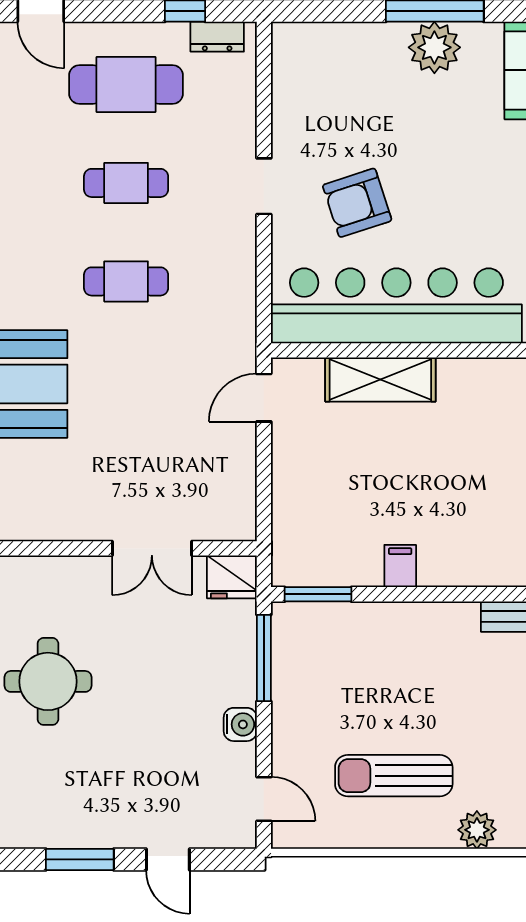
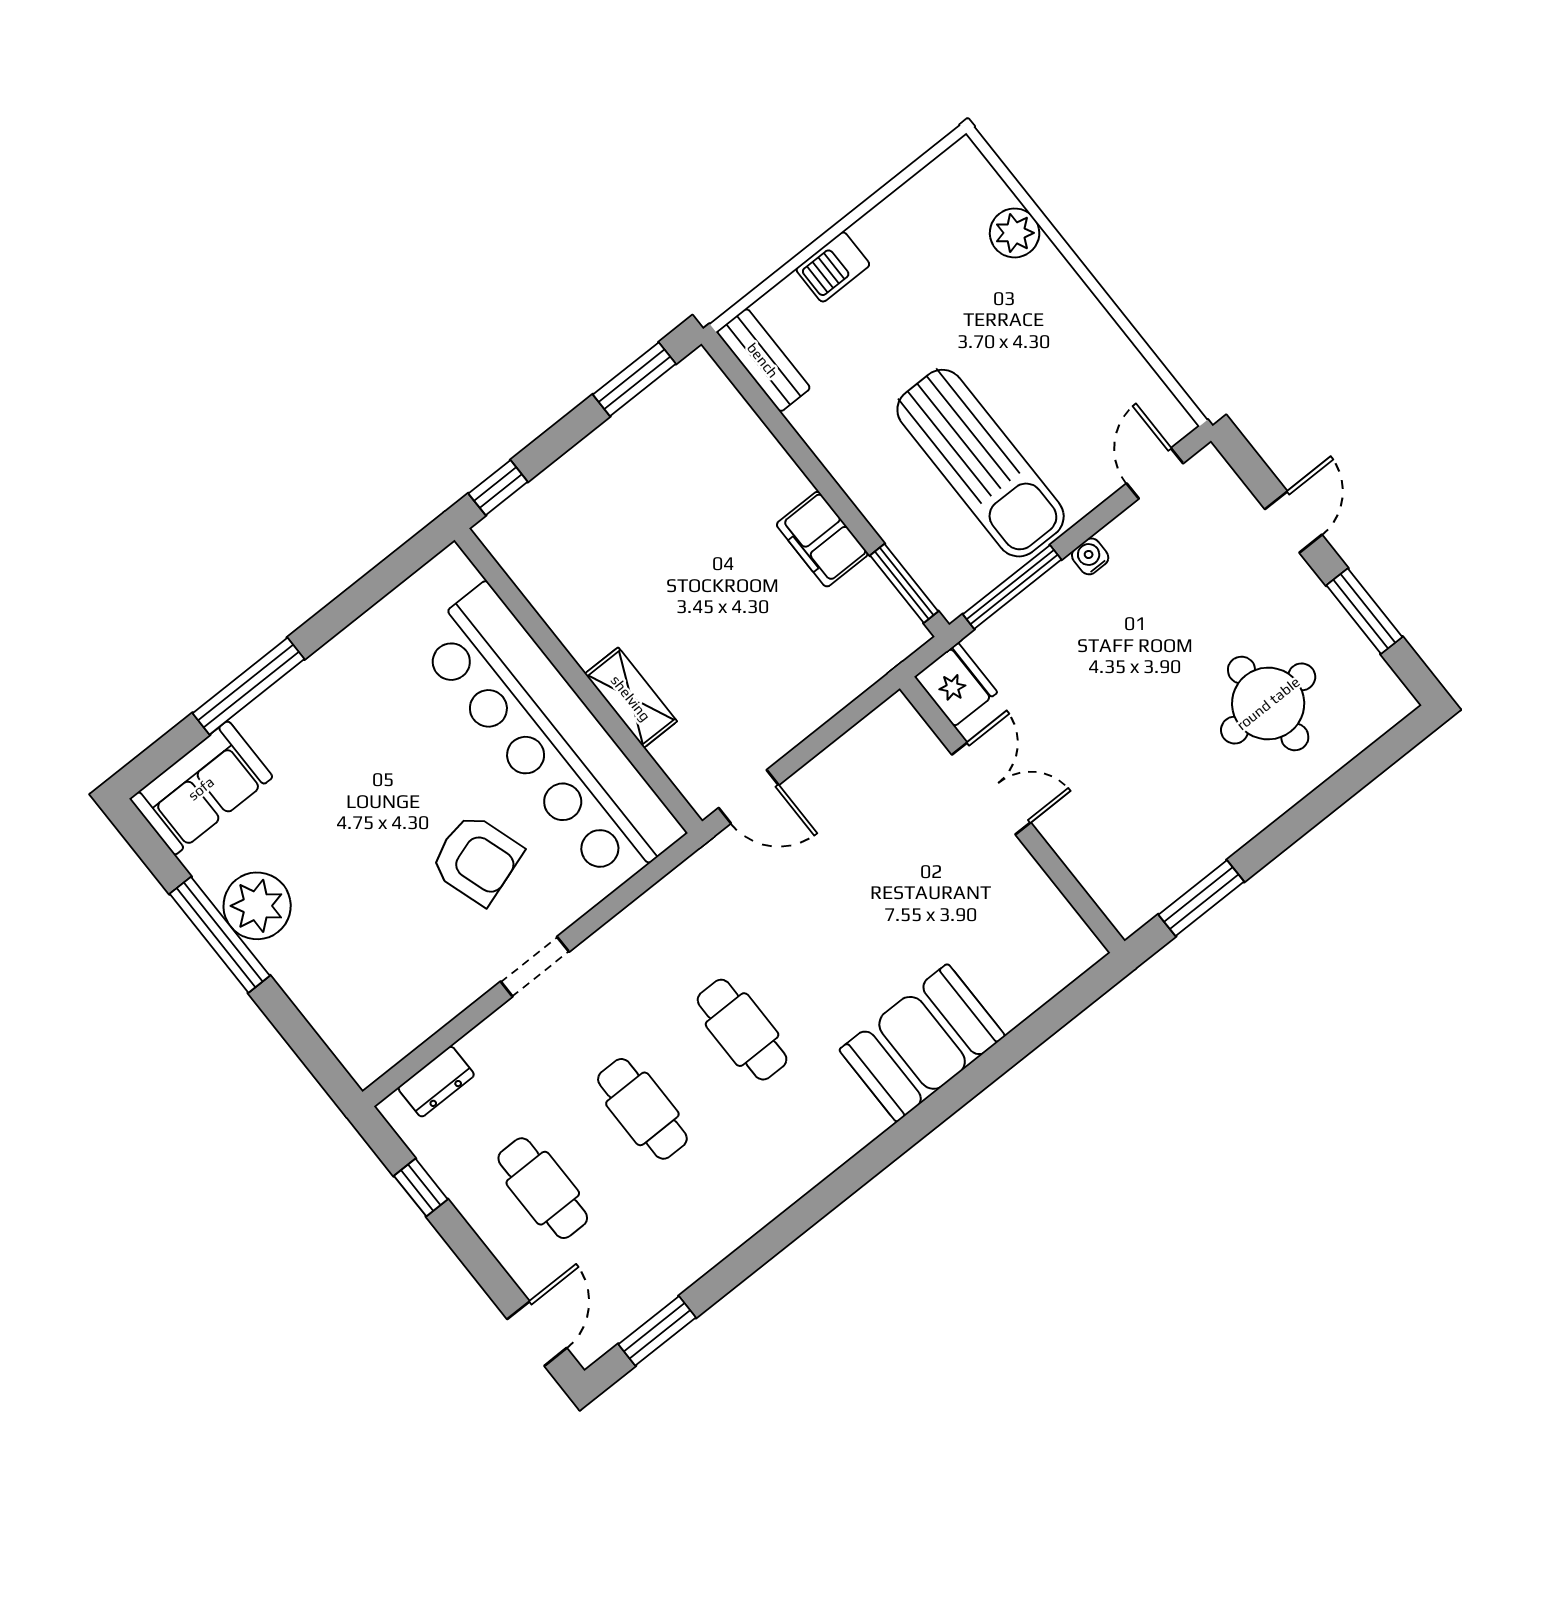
dresser: (217, 37) -> (436, 1082), moved, turned 90
cafe table: (126, 84) -> (543, 1188), width x0.73, depth x0.74
shelving: (380, 380) -> (631, 698), width x0.67, depth x0.75
filing cabinet: (400, 566) -> (822, 539), width x2.00
round table: (48, 681) -> (1268, 703), moved
water cooler: (240, 724) -> (1090, 556), width x0.72, depth x0.72
sun lounger: (394, 776) -> (981, 463), moved, width x1.36, depth x1.34

